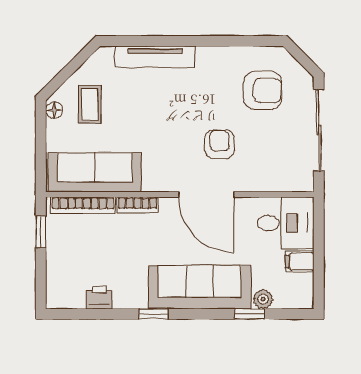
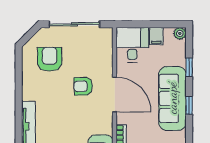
door: (206, 194) -> (115, 95), hinge flipped
plant: (263, 299) -> (180, 33), moved
window: (154, 314) -> (189, 105), moved

